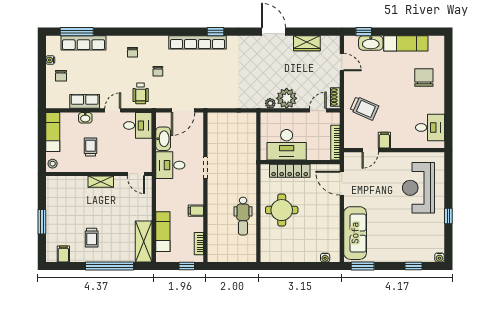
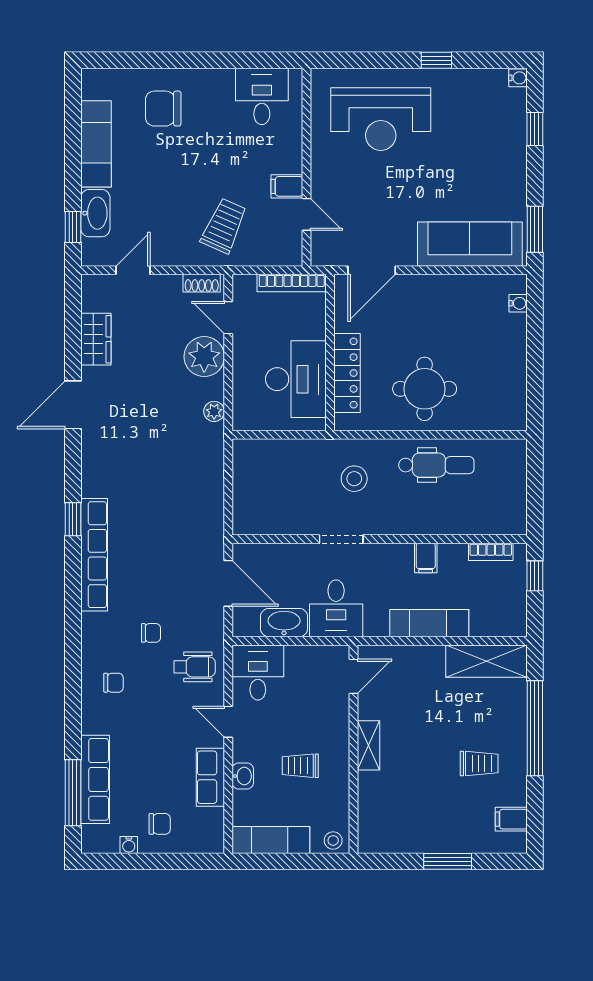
plant: (287, 98) -> (204, 357), moved
stool: (236, 174) -> (354, 479), added
exam couch: (163, 232) -> (429, 623), moved

